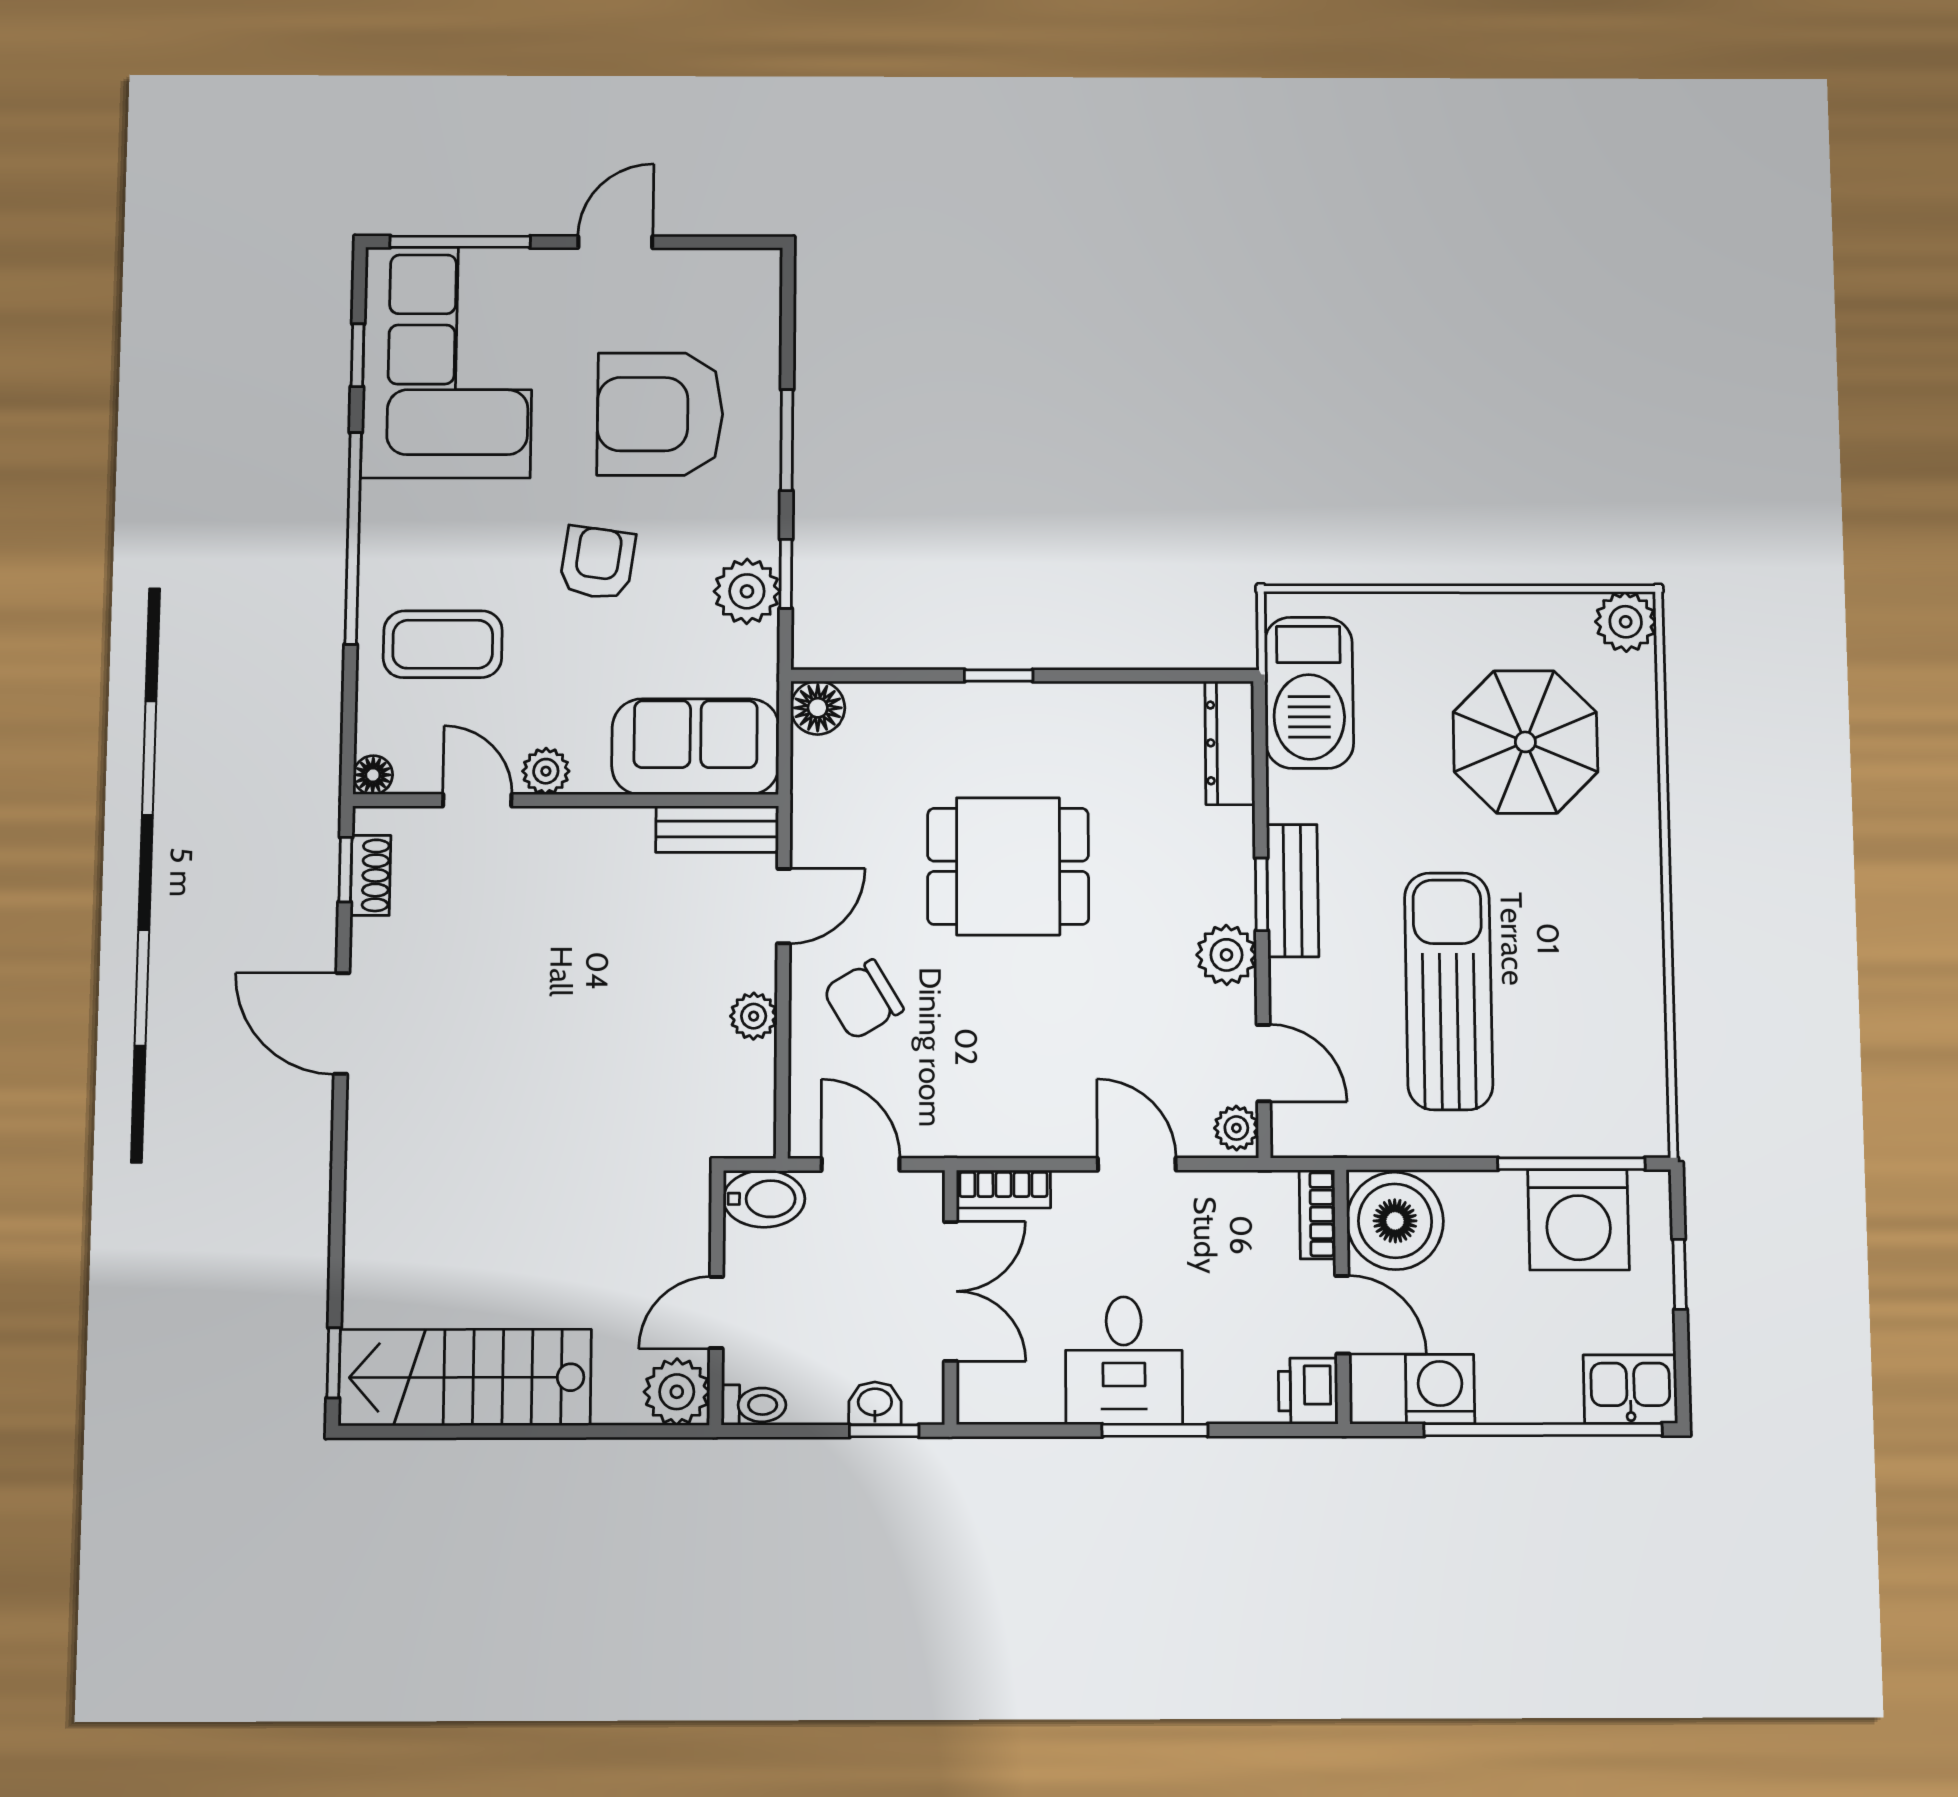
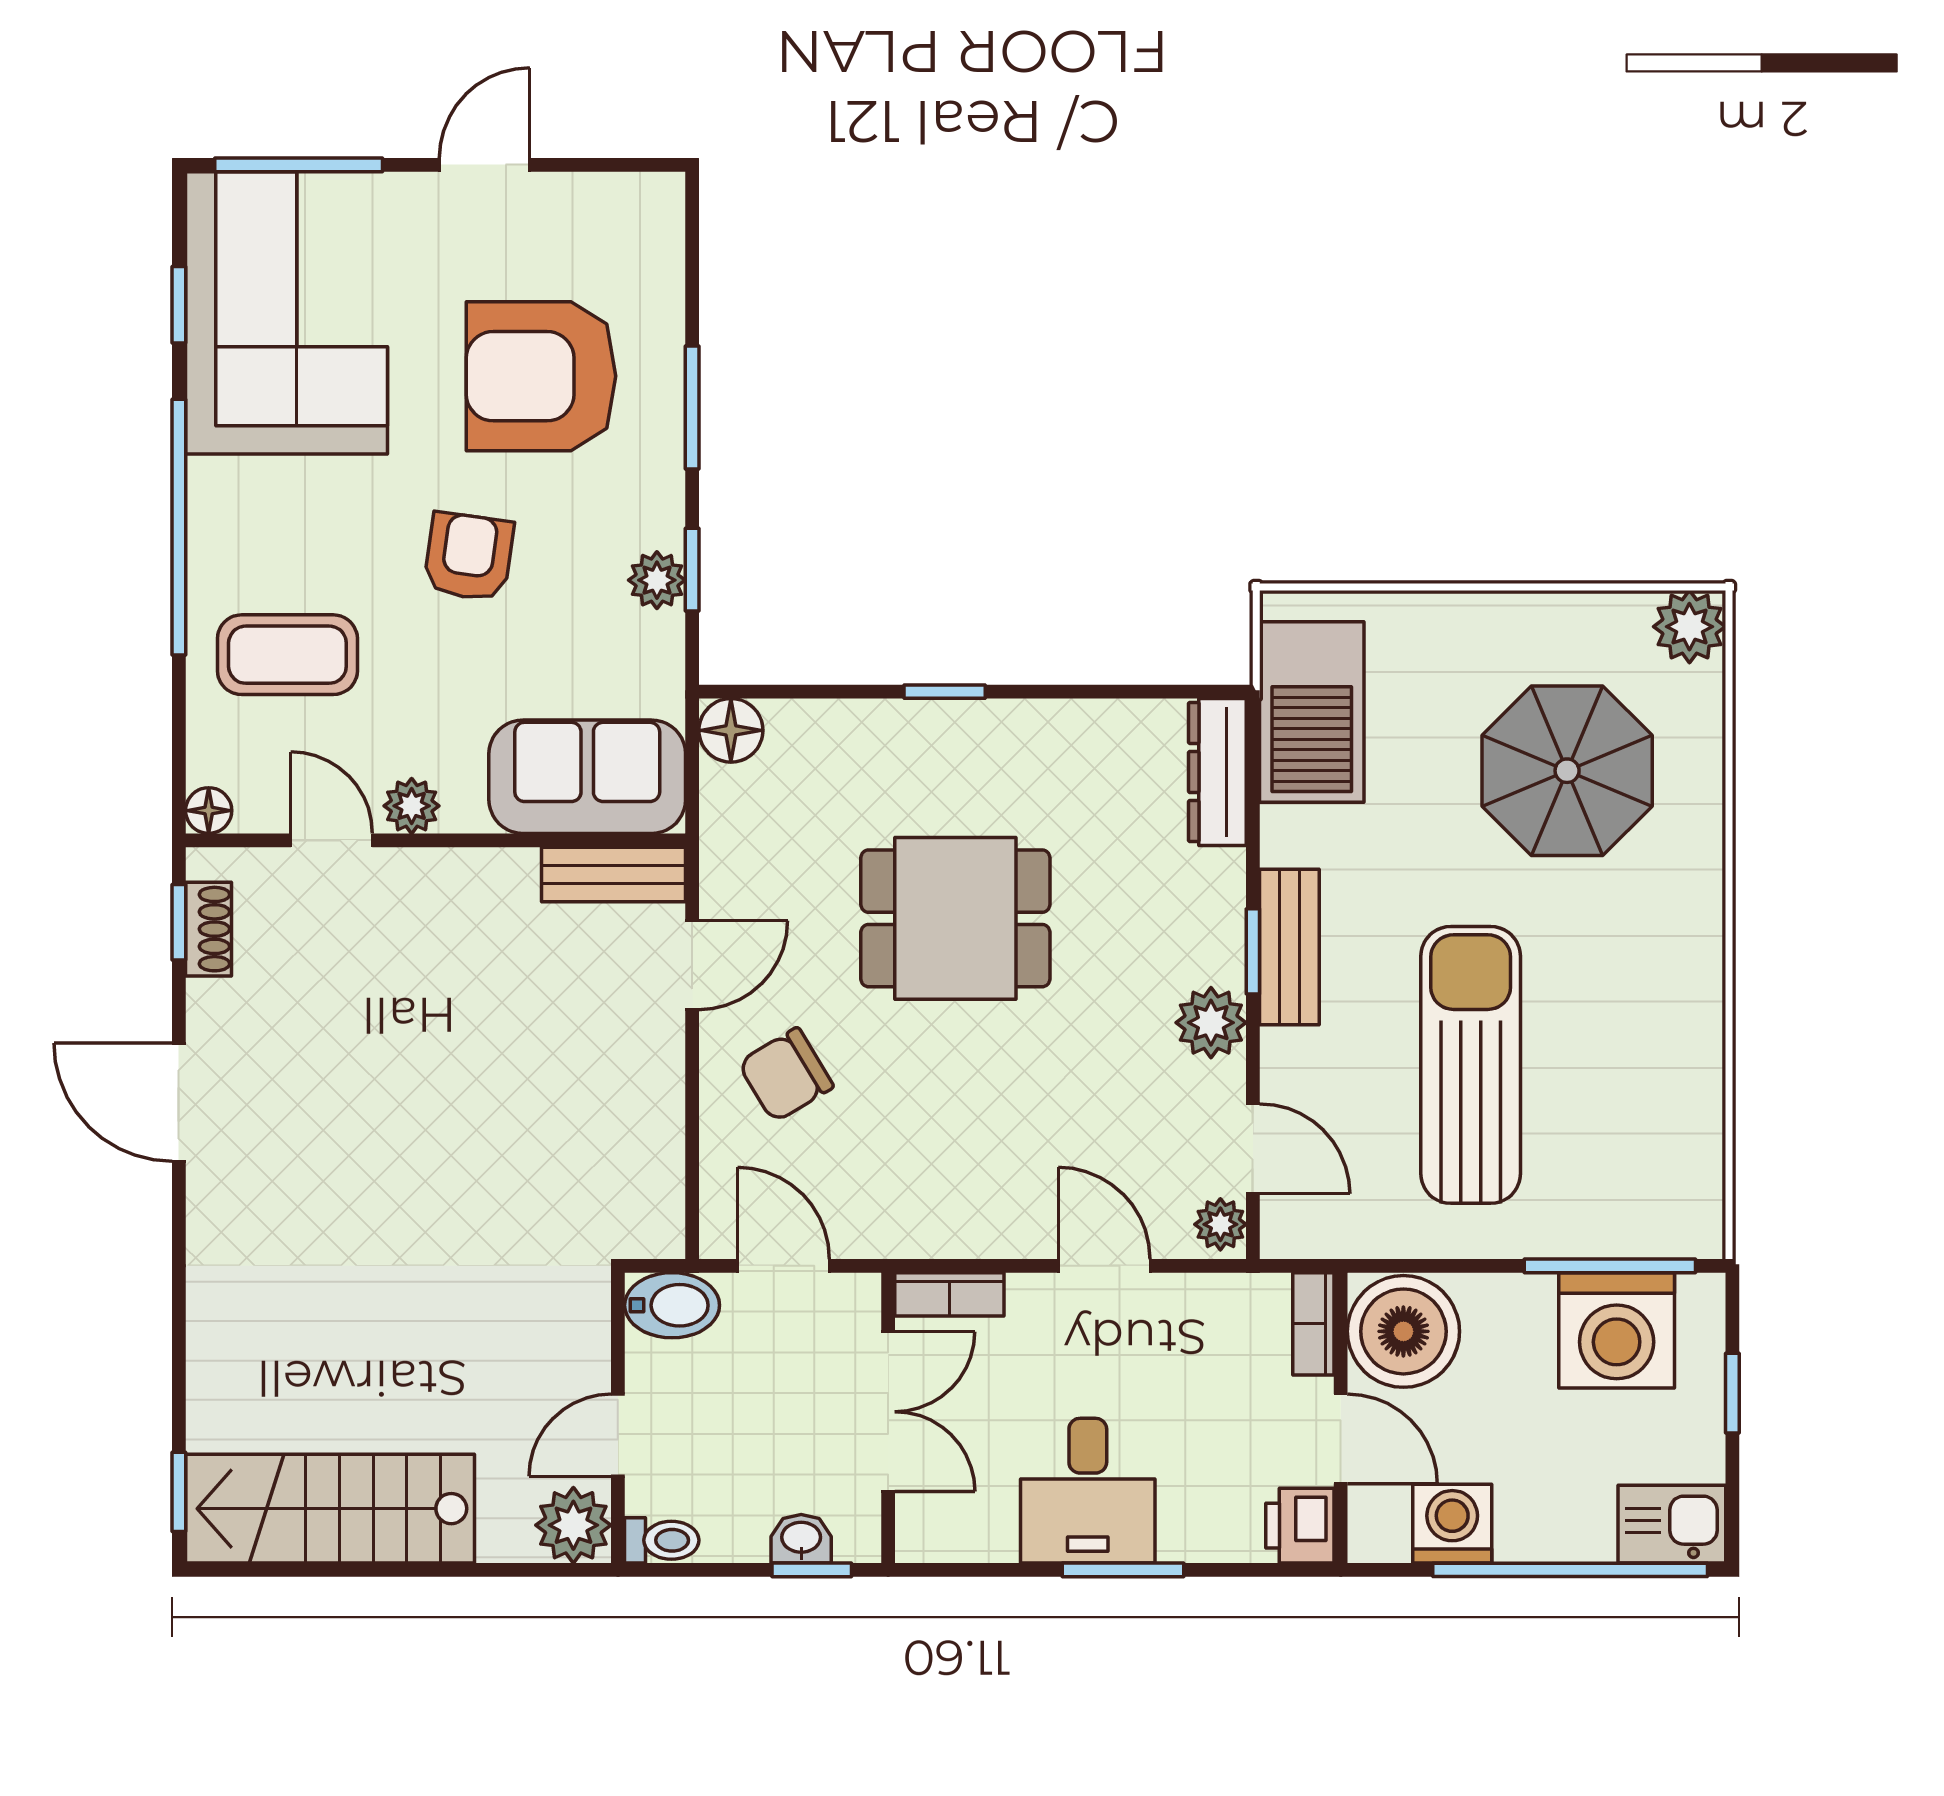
plant: (747, 591) -> (657, 580), width x0.73, depth x0.73
plant: (754, 1016) -> (658, 1094), removed

